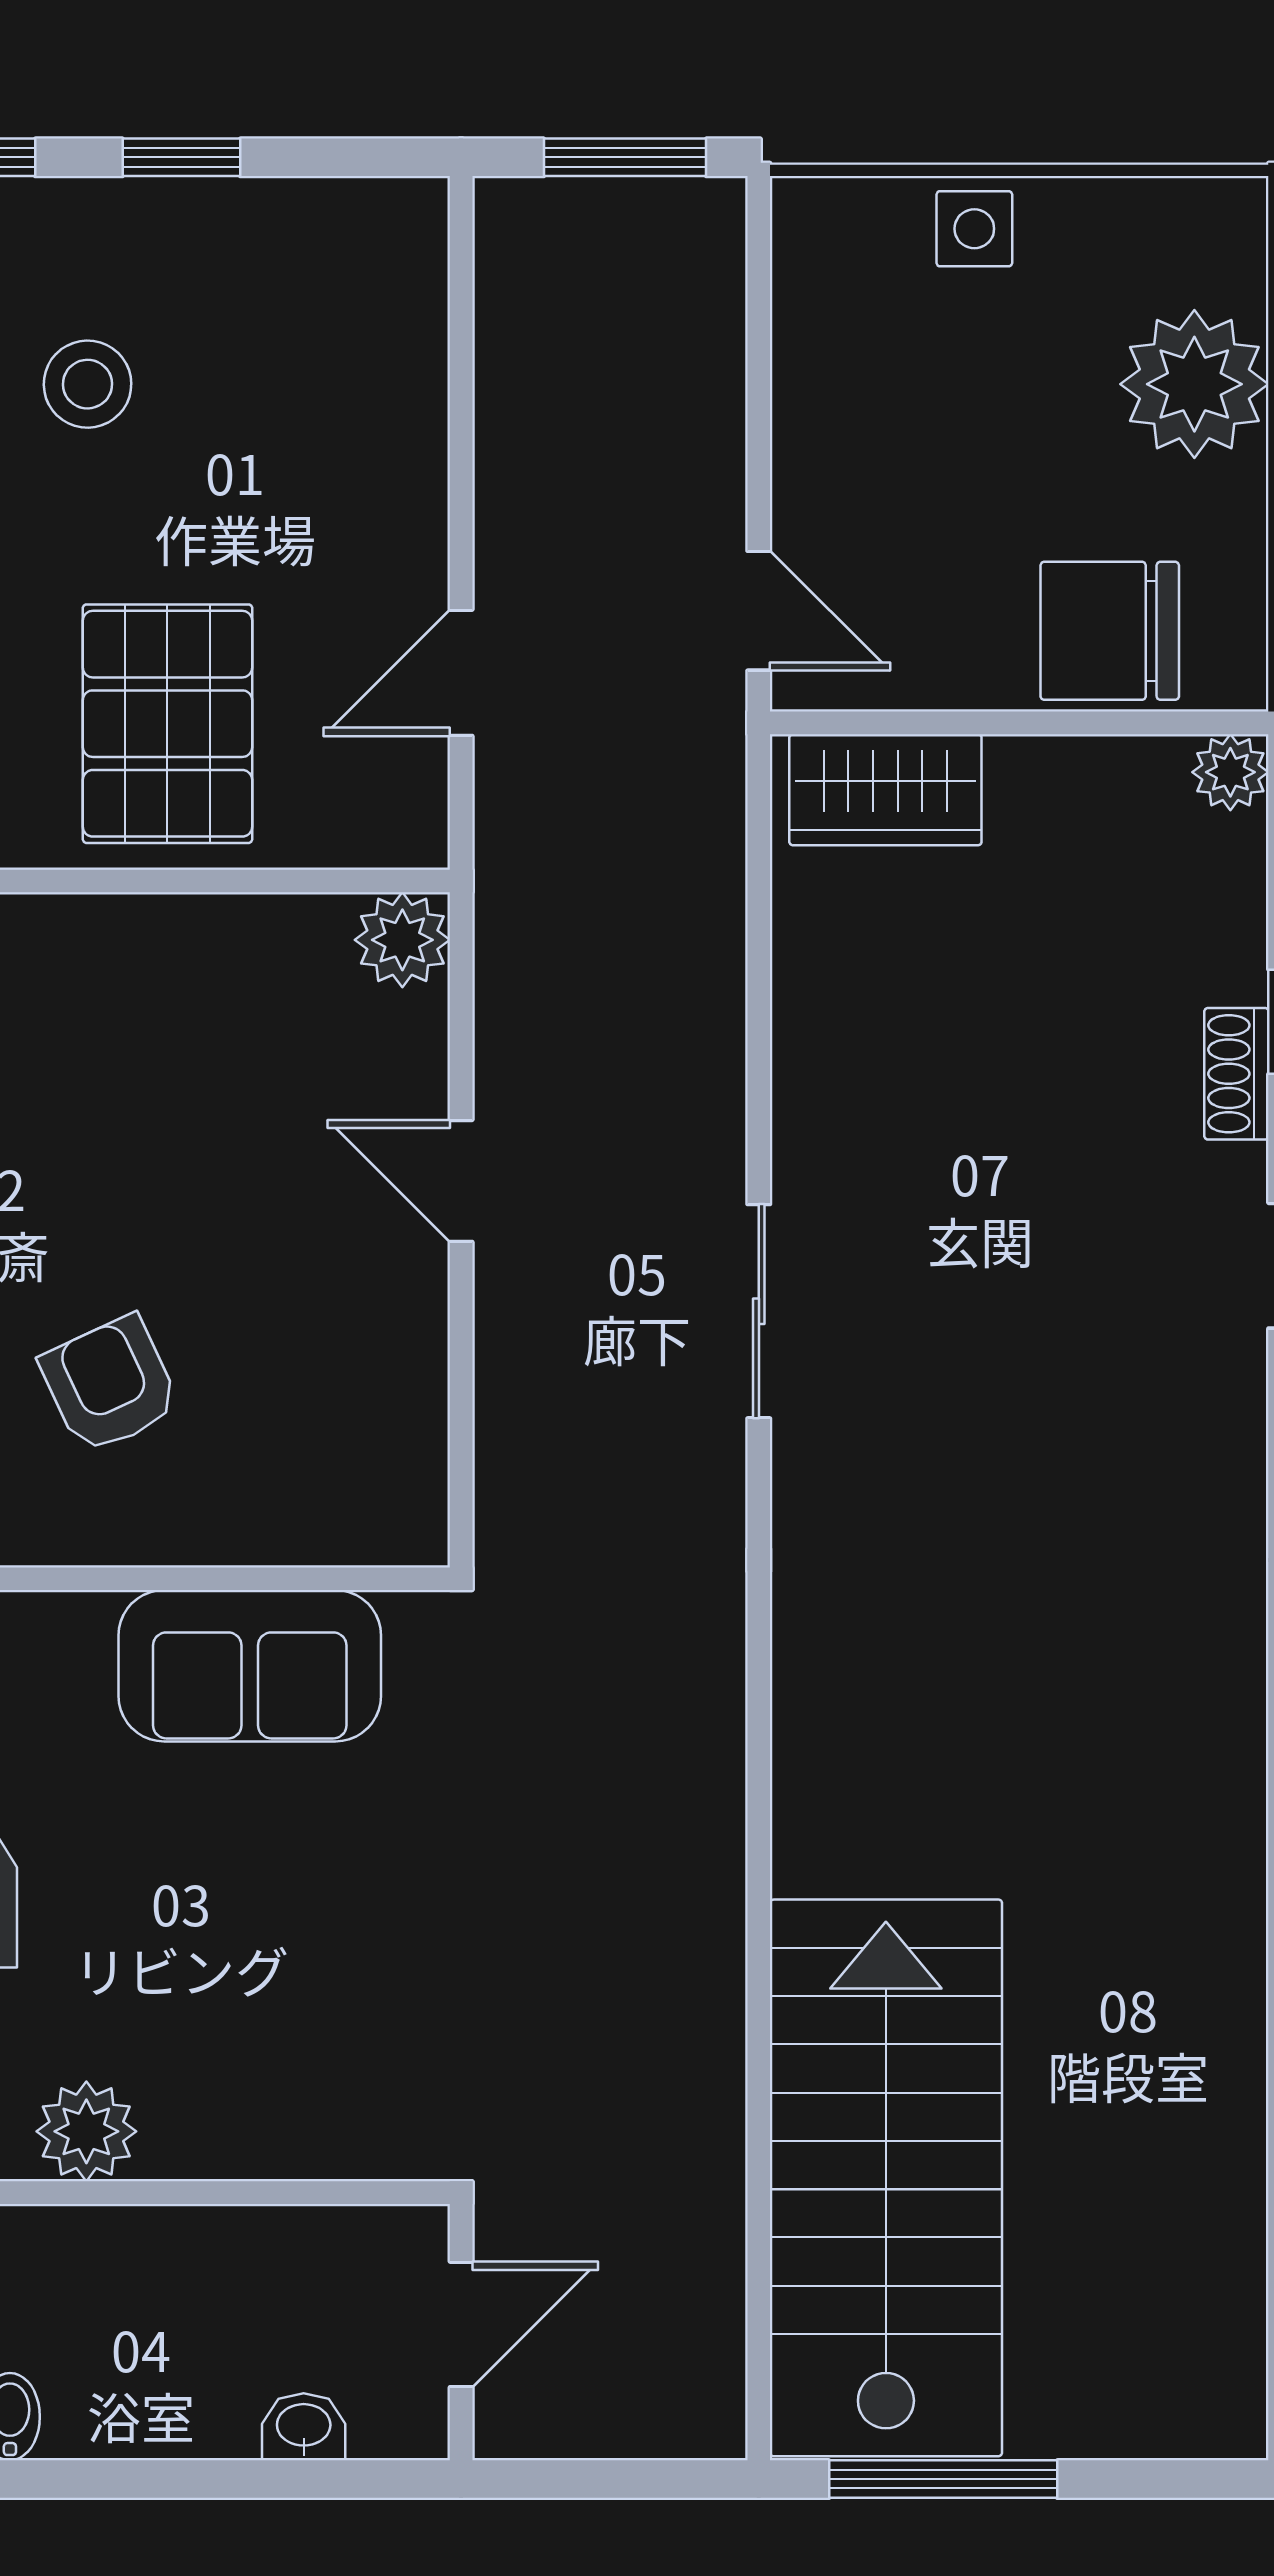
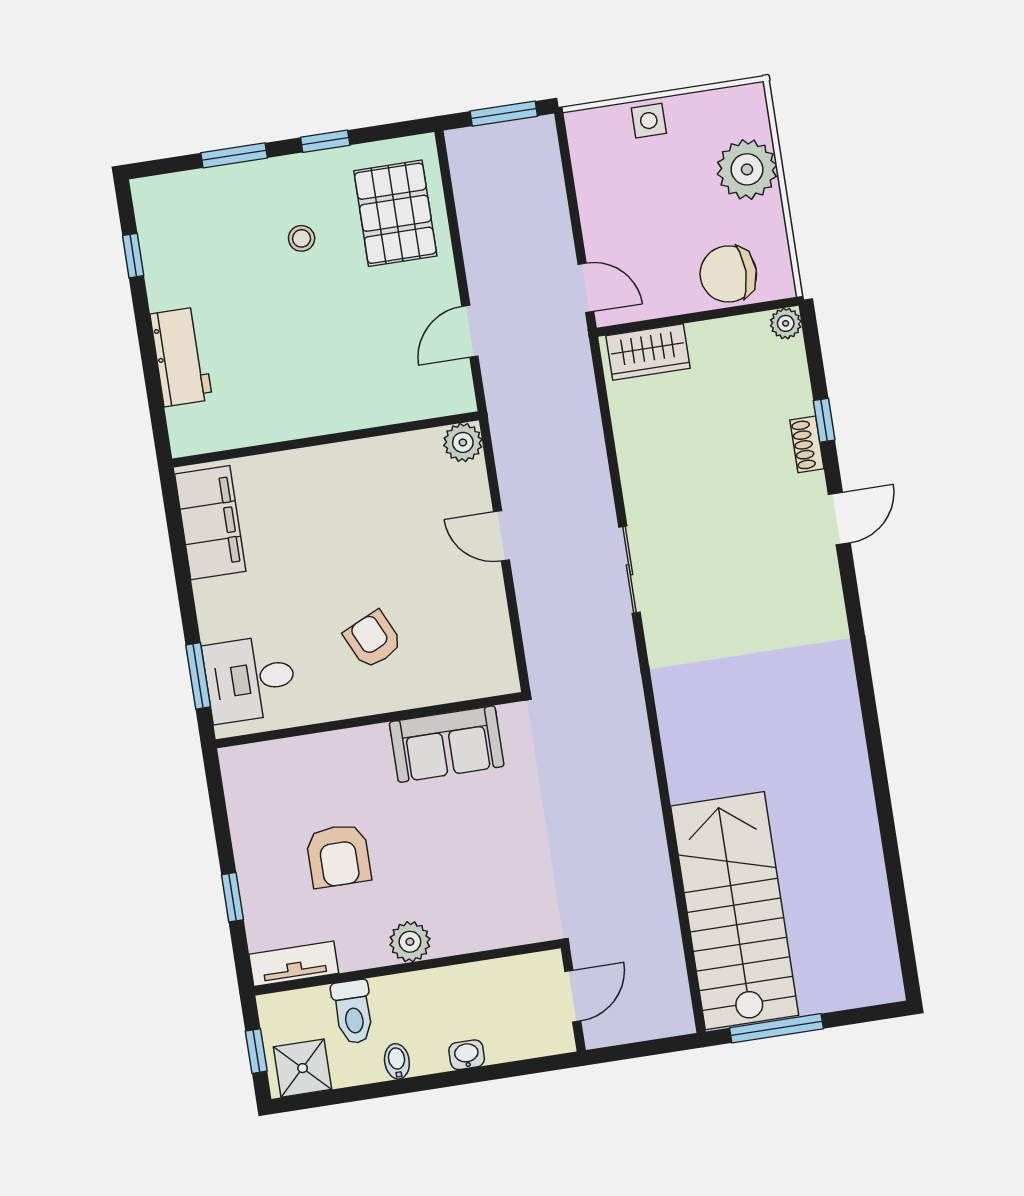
stool: (88, 384) -> (302, 238), width x0.73, depth x0.73
pallet: (167, 724) -> (395, 213), moved
washbasin: (304, 2427) -> (467, 1055), moved

